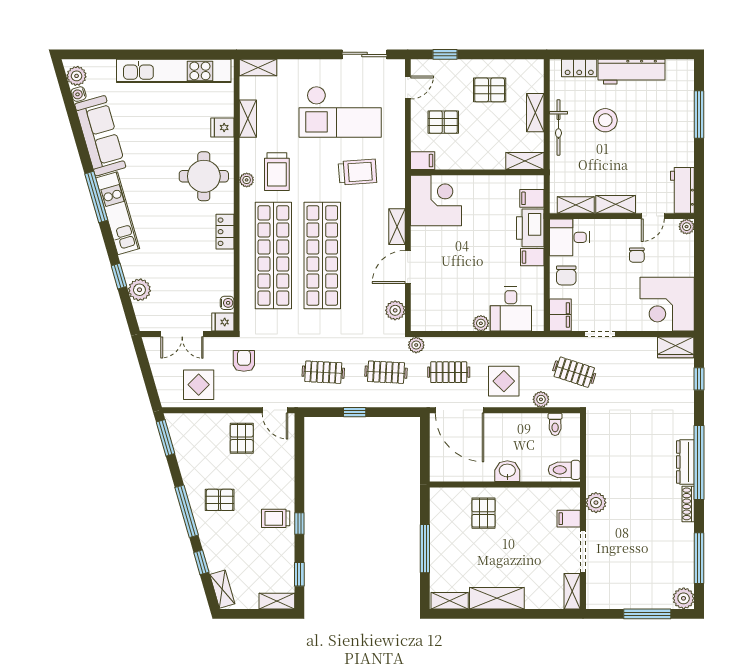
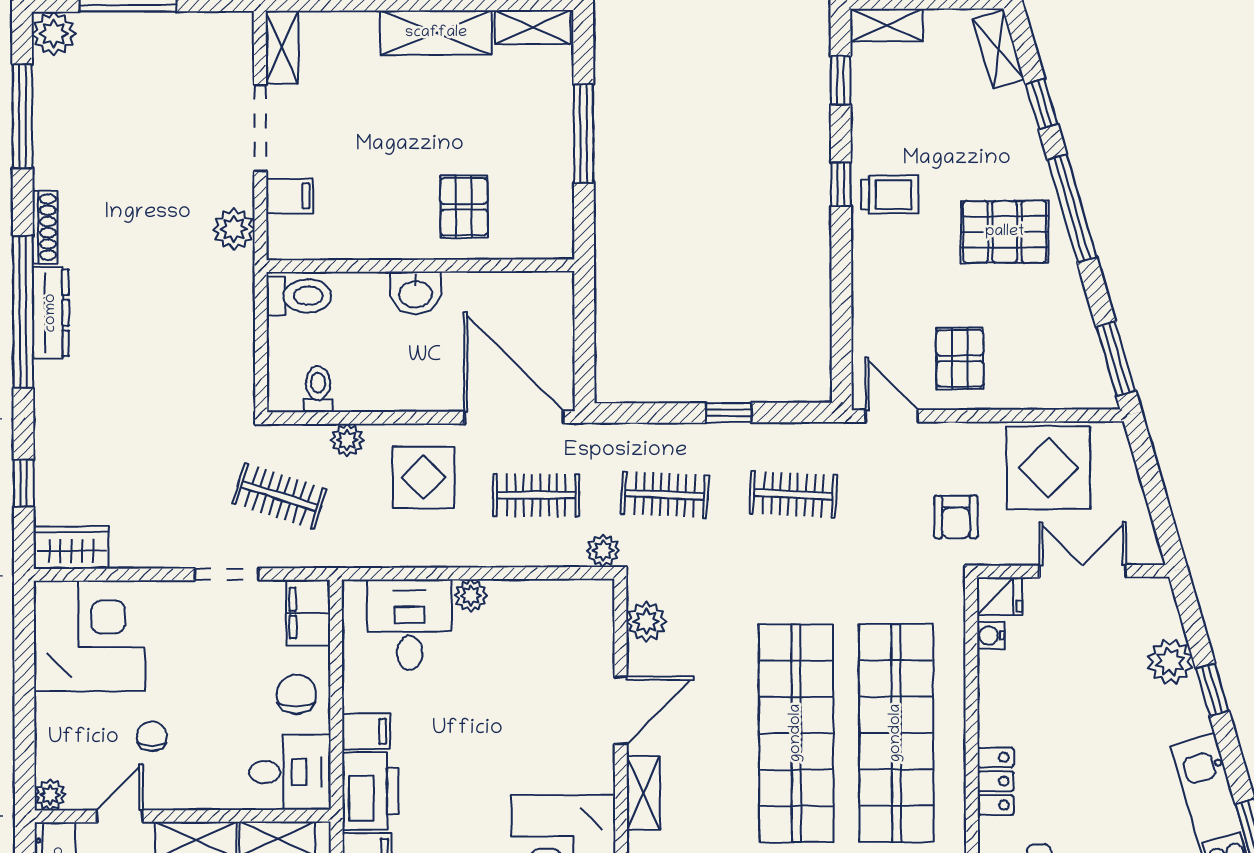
display table: (199, 385) -> (1048, 468), width x1.36, depth x1.36
pallet: (220, 500) -> (1005, 232), width x1.50, depth x1.42

